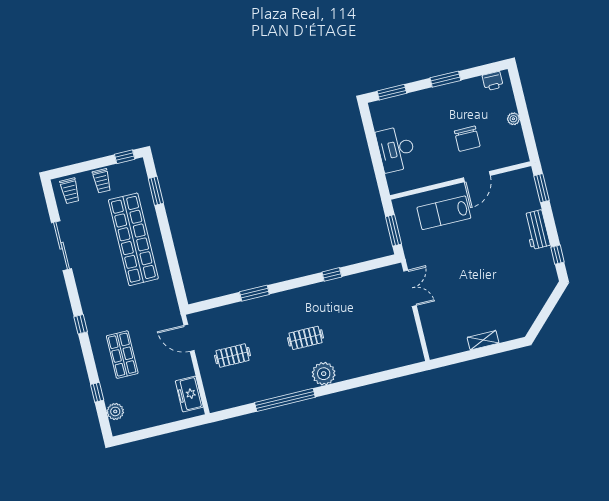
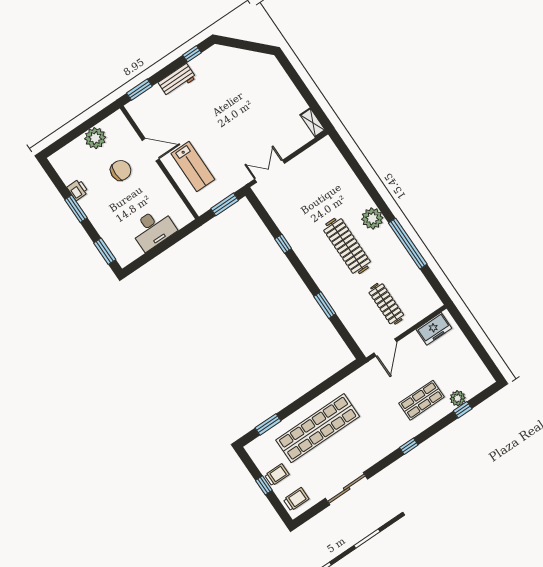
printer: (493, 81) -> (78, 190), moved
plant: (513, 119) -> (95, 138), width x1.87, depth x1.87
window: (125, 157) -> (264, 485), moved
clothes rail: (306, 338) -> (347, 246), width x1.86, depth x1.31
shelving: (483, 340) -> (313, 123), moved
clothes rail: (232, 356) -> (386, 304), width x1.36
plant: (115, 411) -> (458, 398), moved

